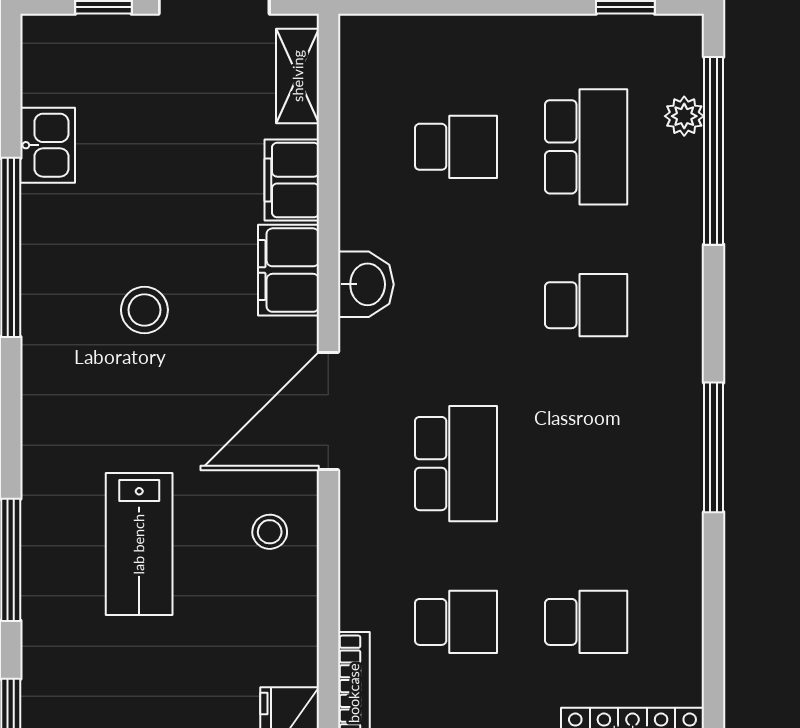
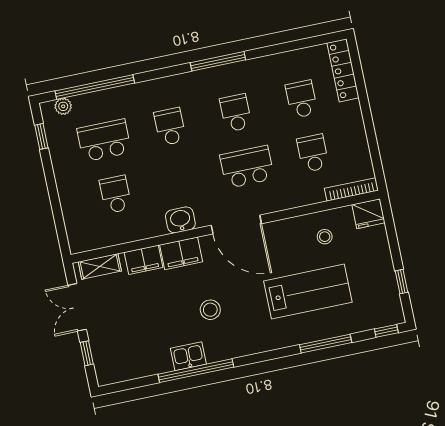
plant: (684, 116) -> (63, 106), moved
kitchen sink: (48, 145) -> (188, 356), moved
school desk: (586, 464) -> (236, 113), added
stool: (270, 532) -> (325, 237), moved
lab bench: (139, 544) -> (308, 292), width x1.36, depth x1.39

